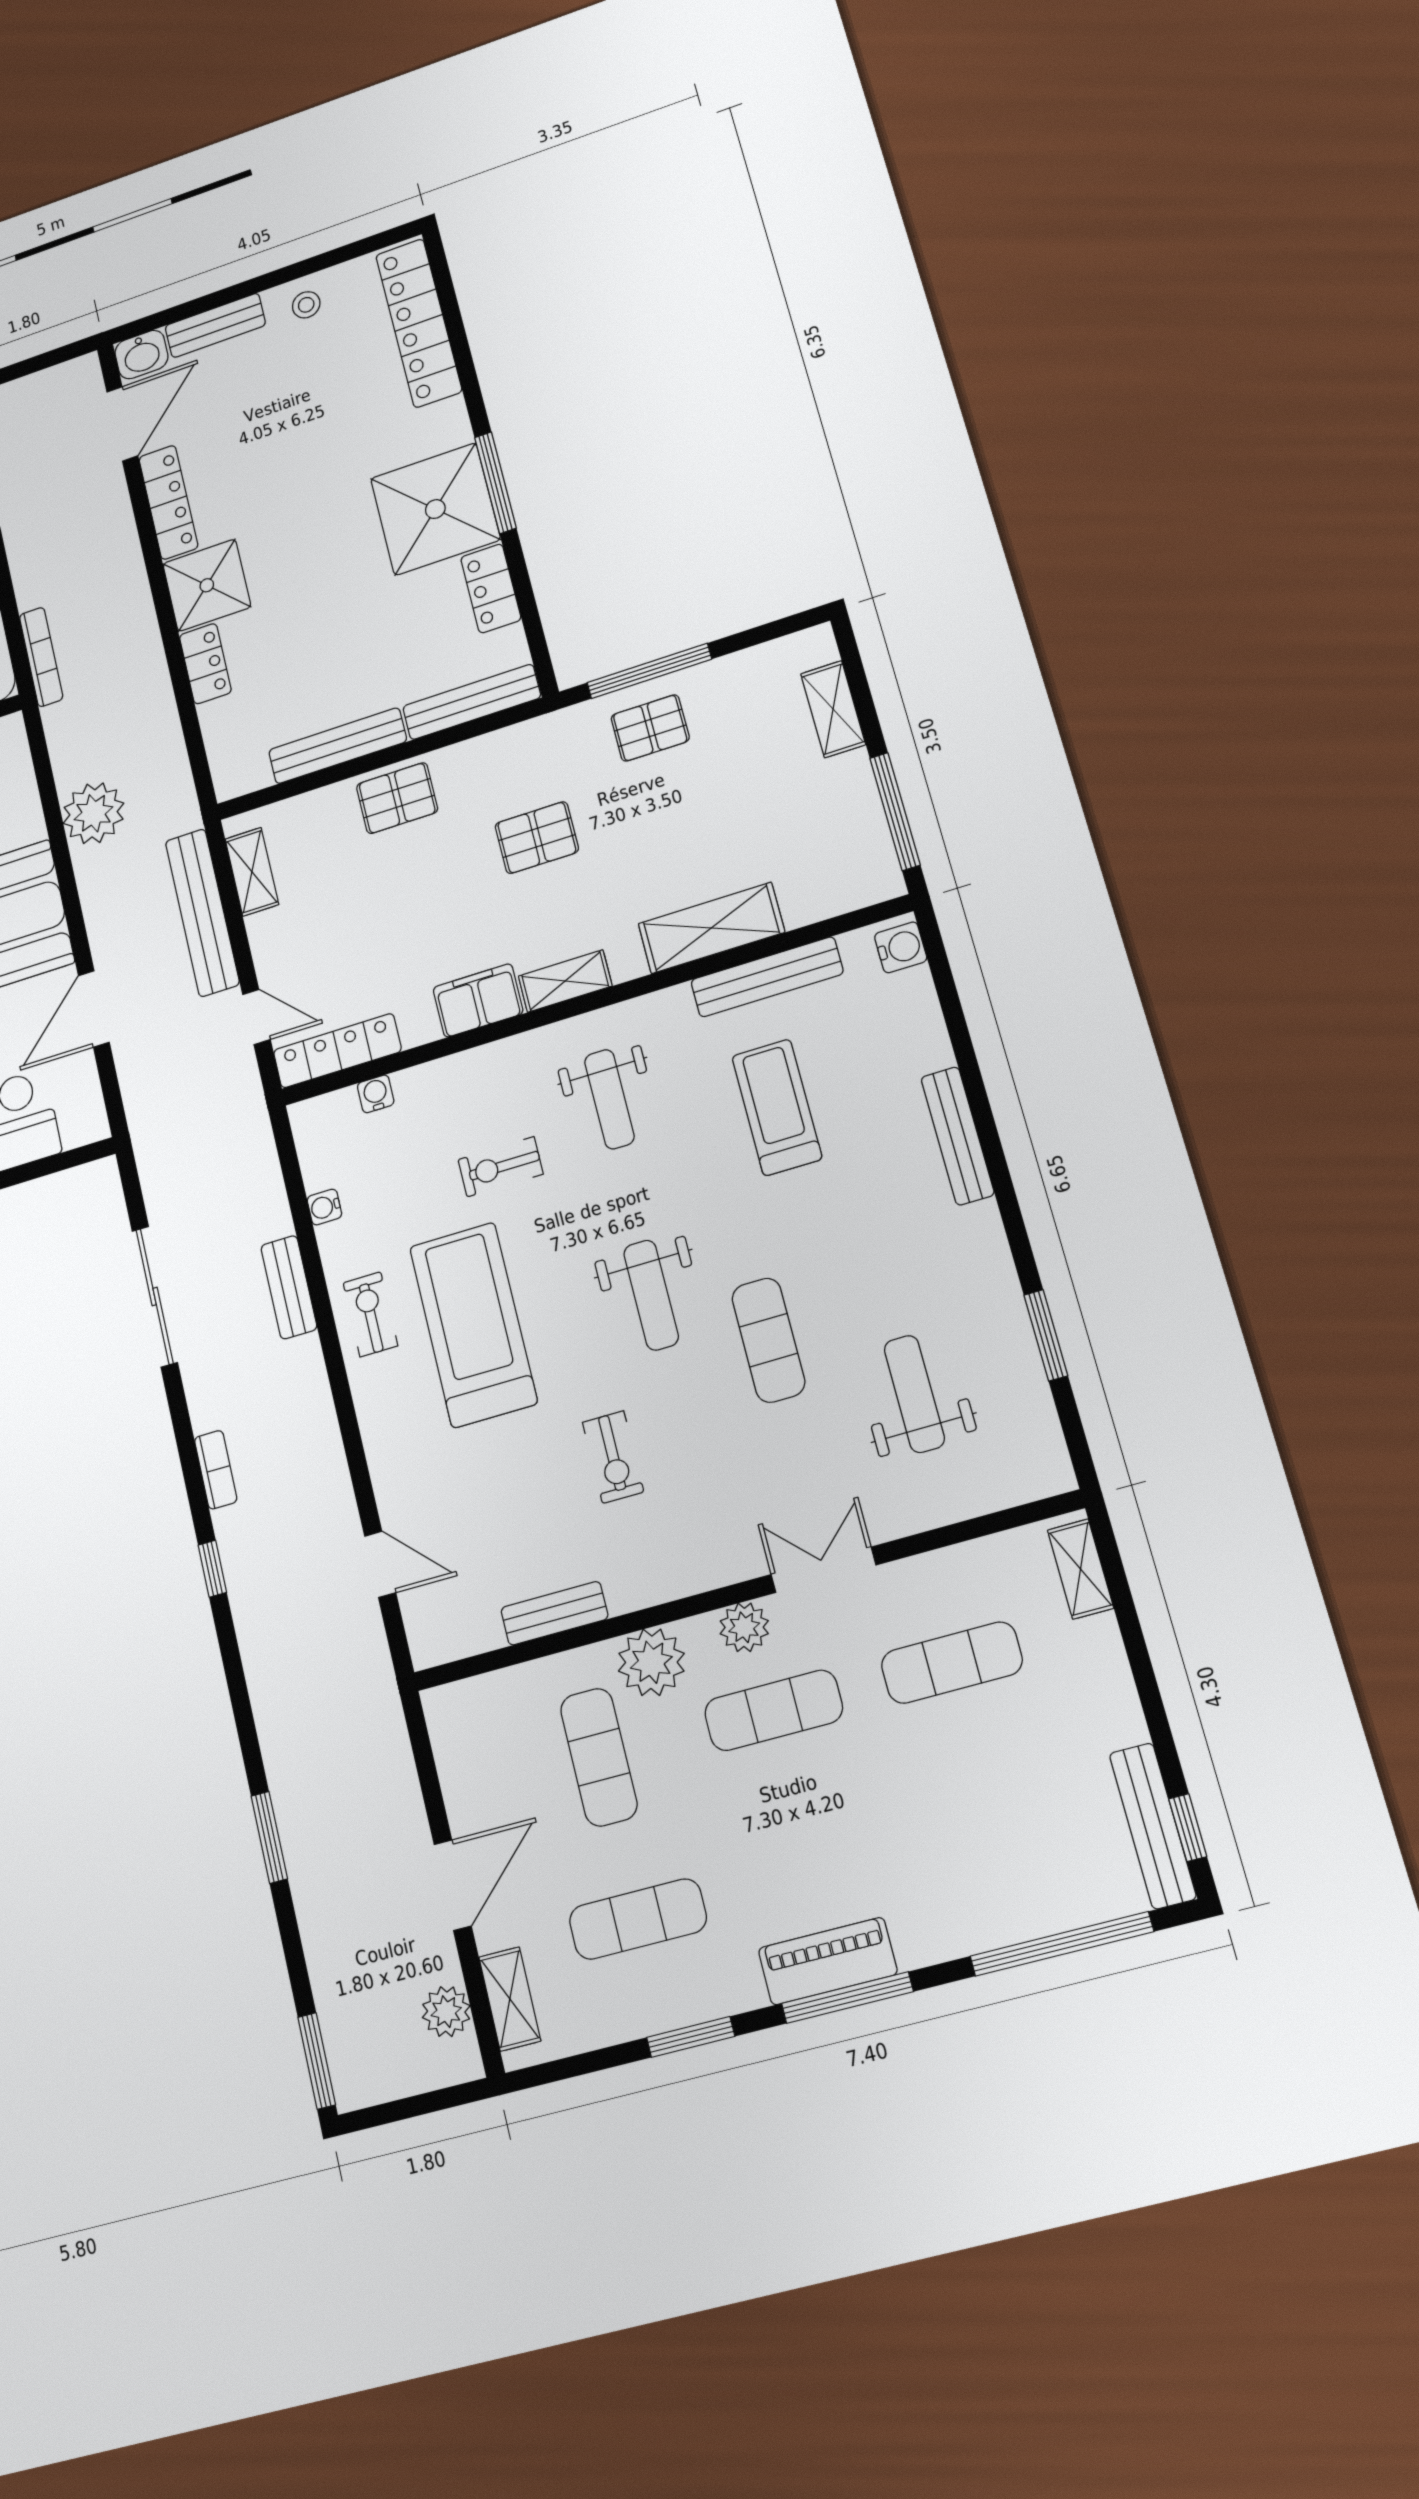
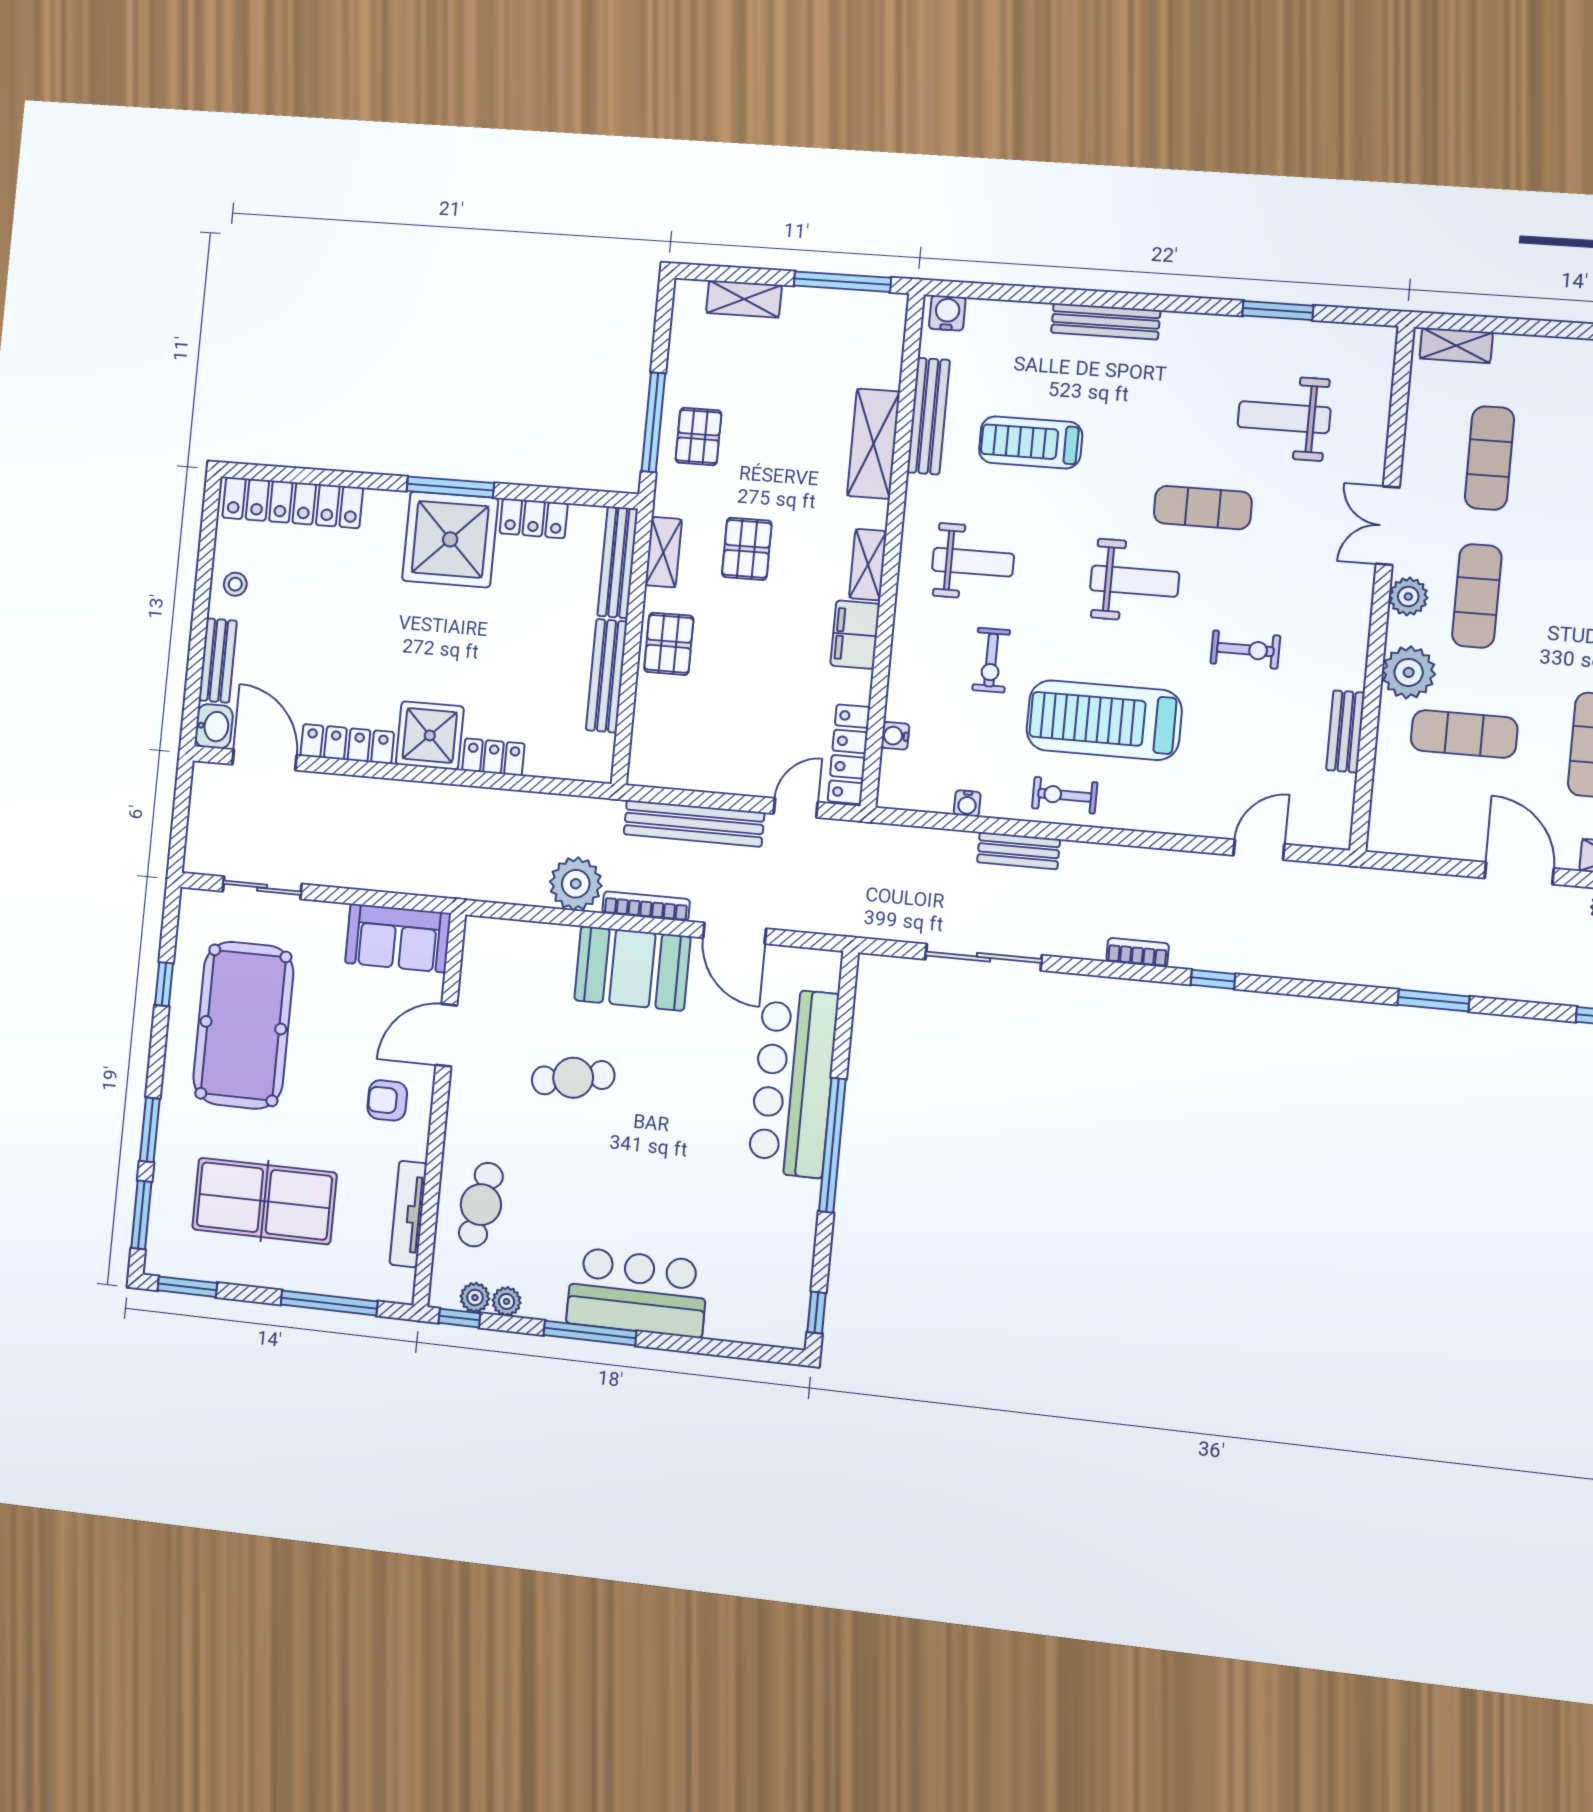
bookcase: (41, 657) -> (646, 906), moved
shelving: (252, 872) -> (663, 552), moved, turned 90

